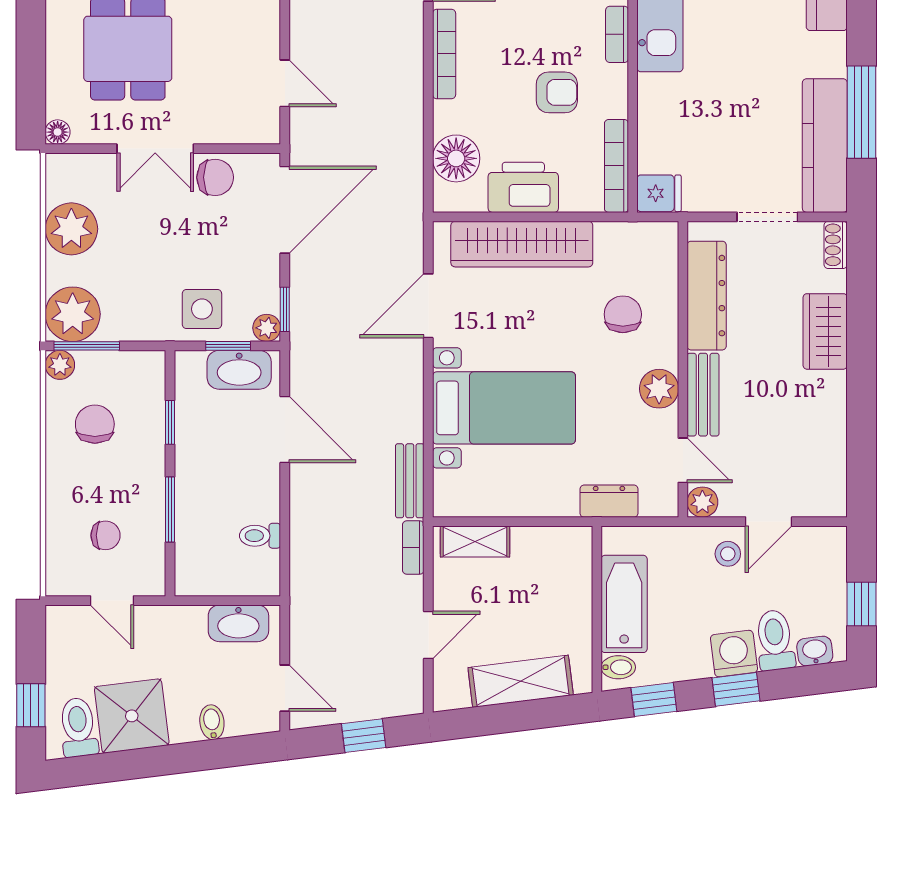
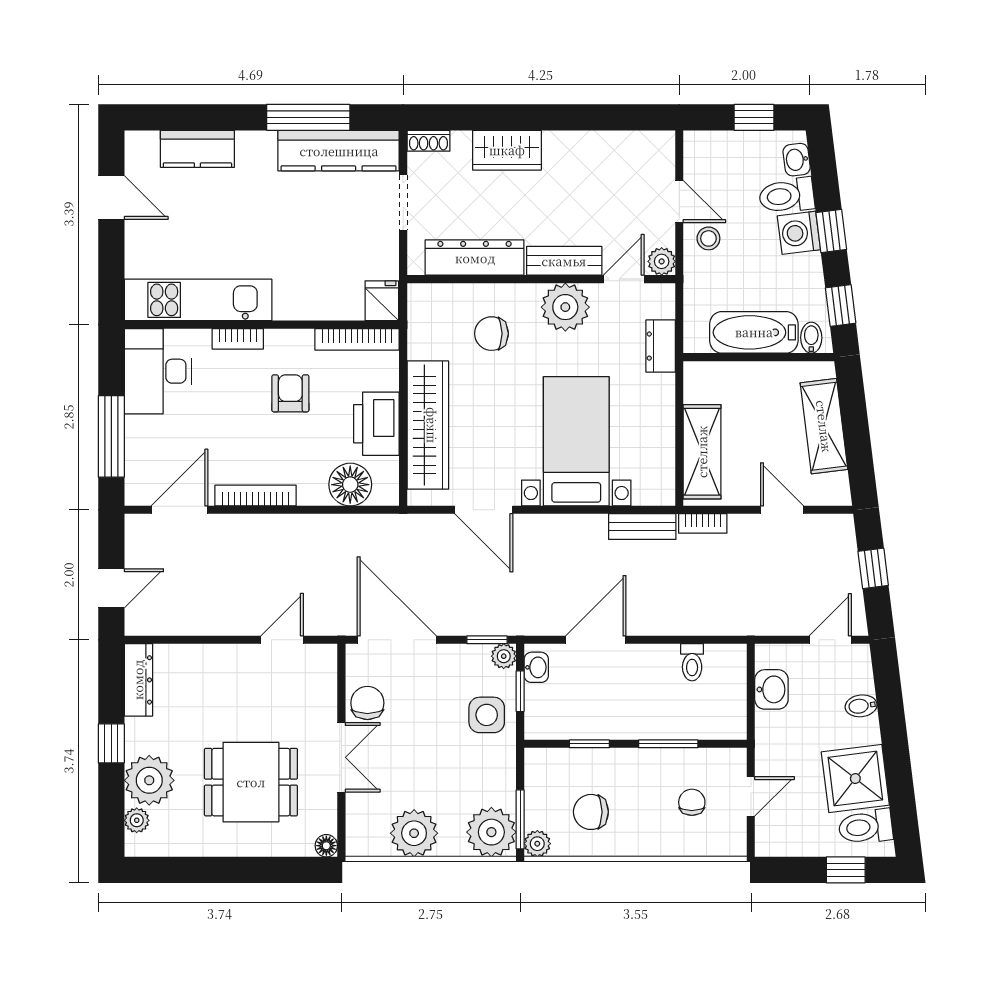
washbasin: (239, 370) -> (536, 667), width x0.52, depth x0.69
plant: (659, 389) -> (565, 307), width x1.36, depth x1.36
shelving: (475, 542) -> (702, 452), width x1.50, depth x1.33
washbasin: (238, 623) -> (771, 689), width x0.72

